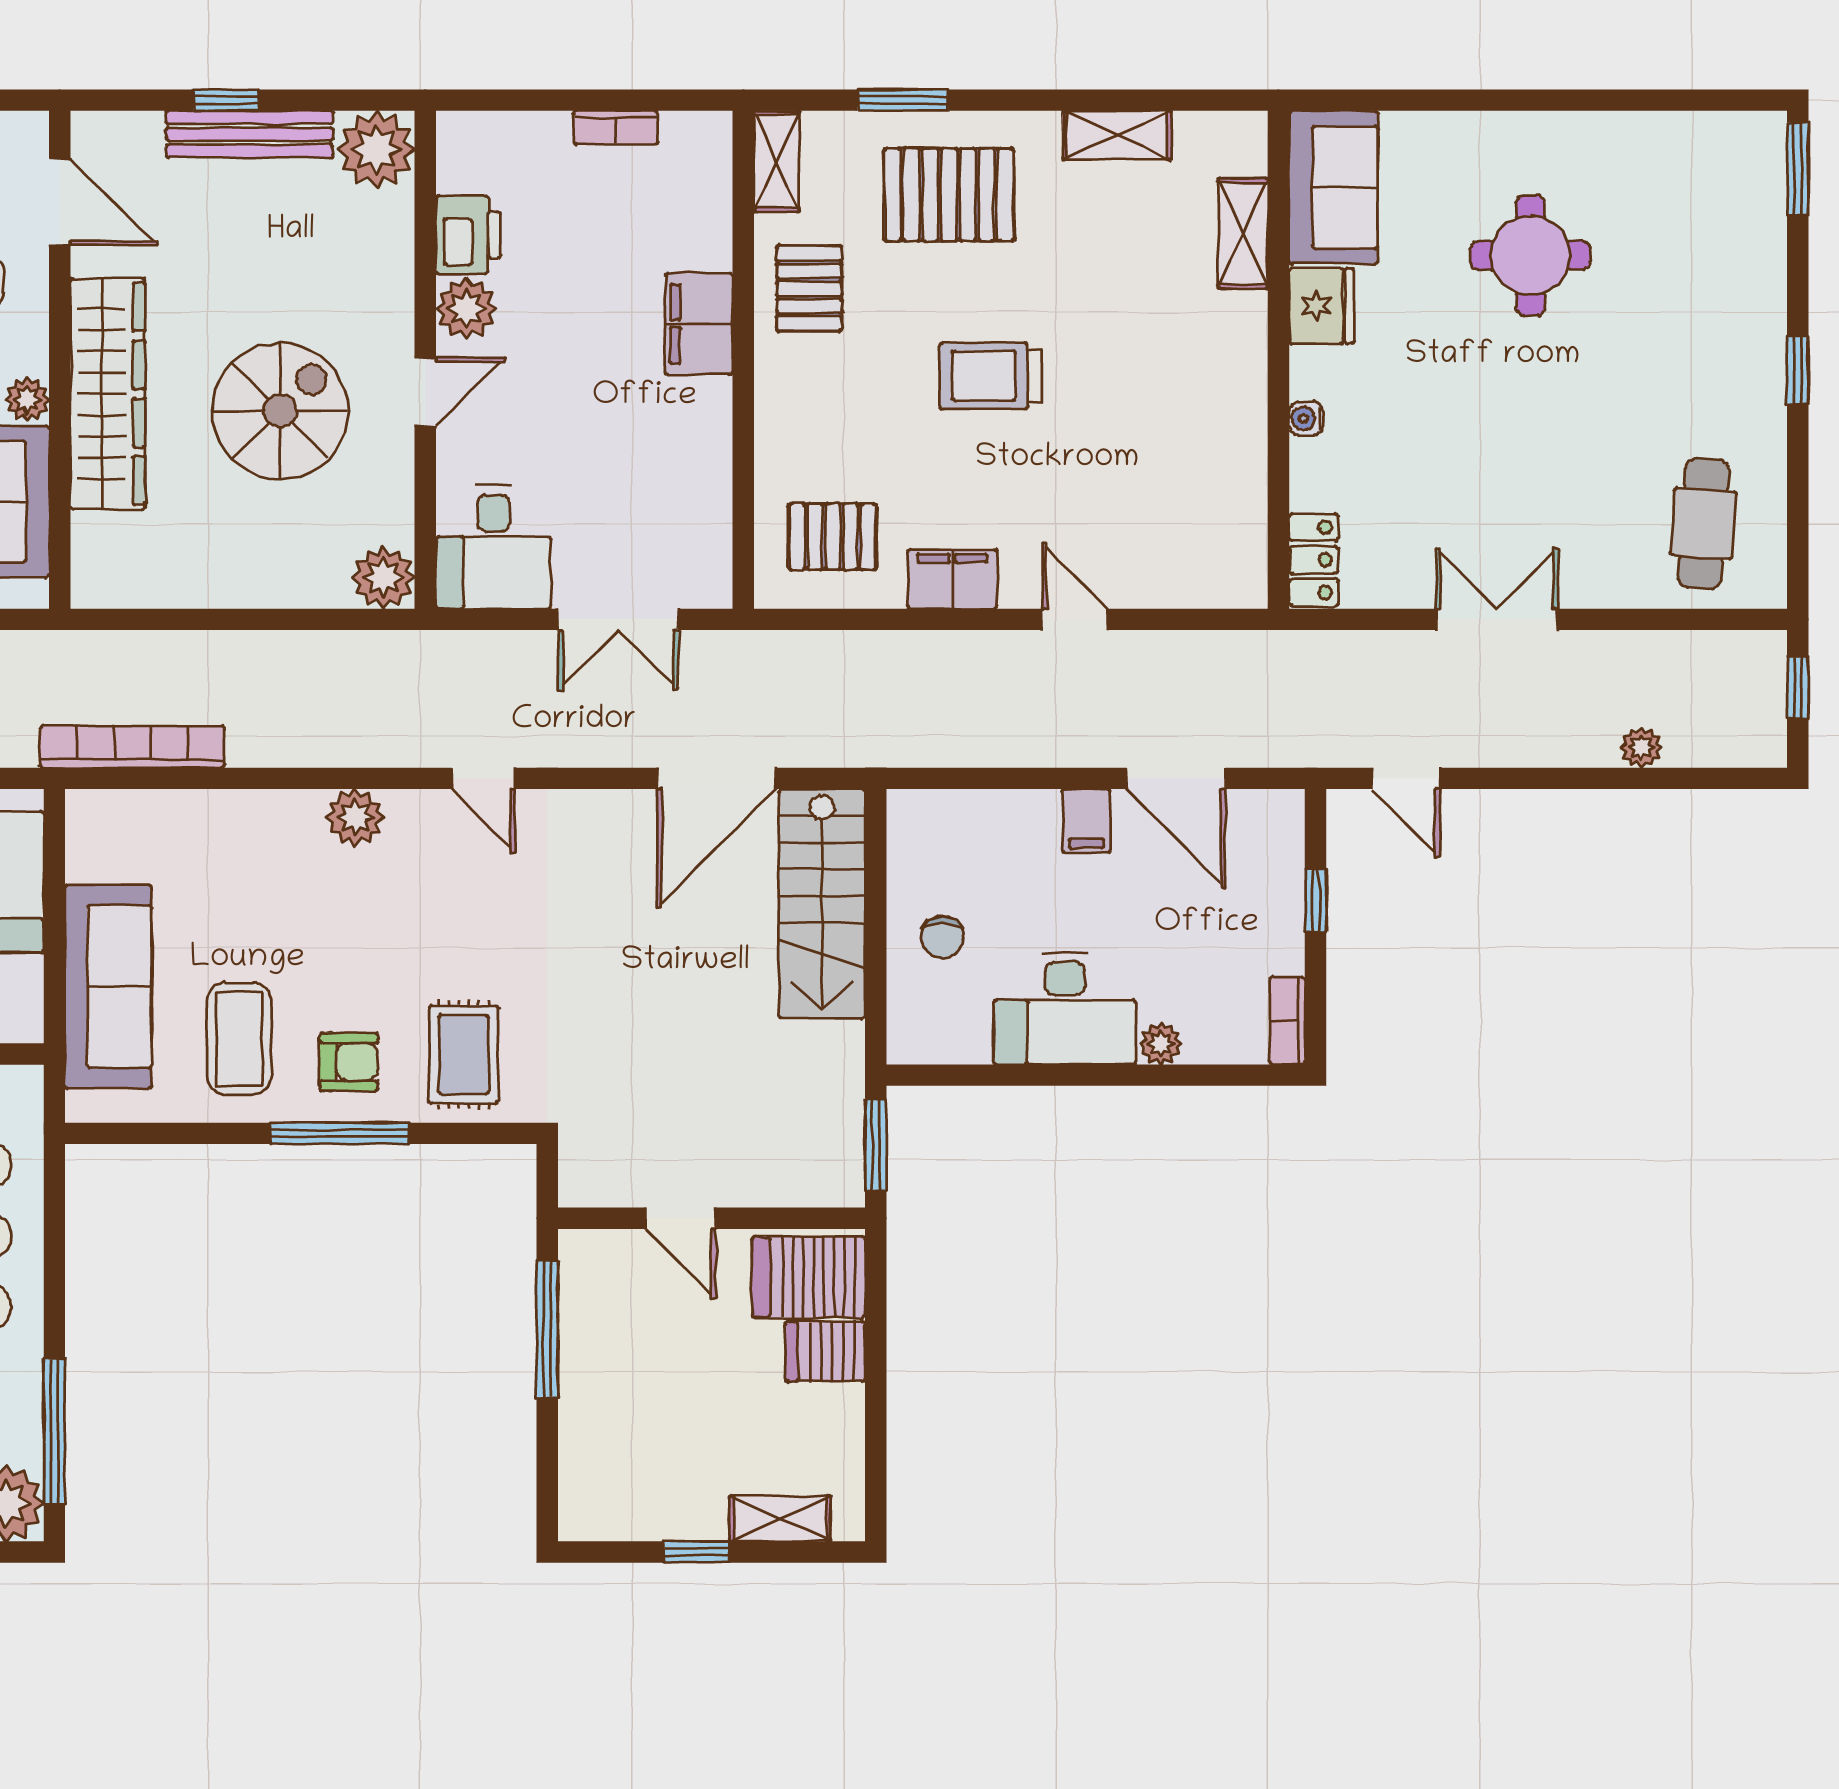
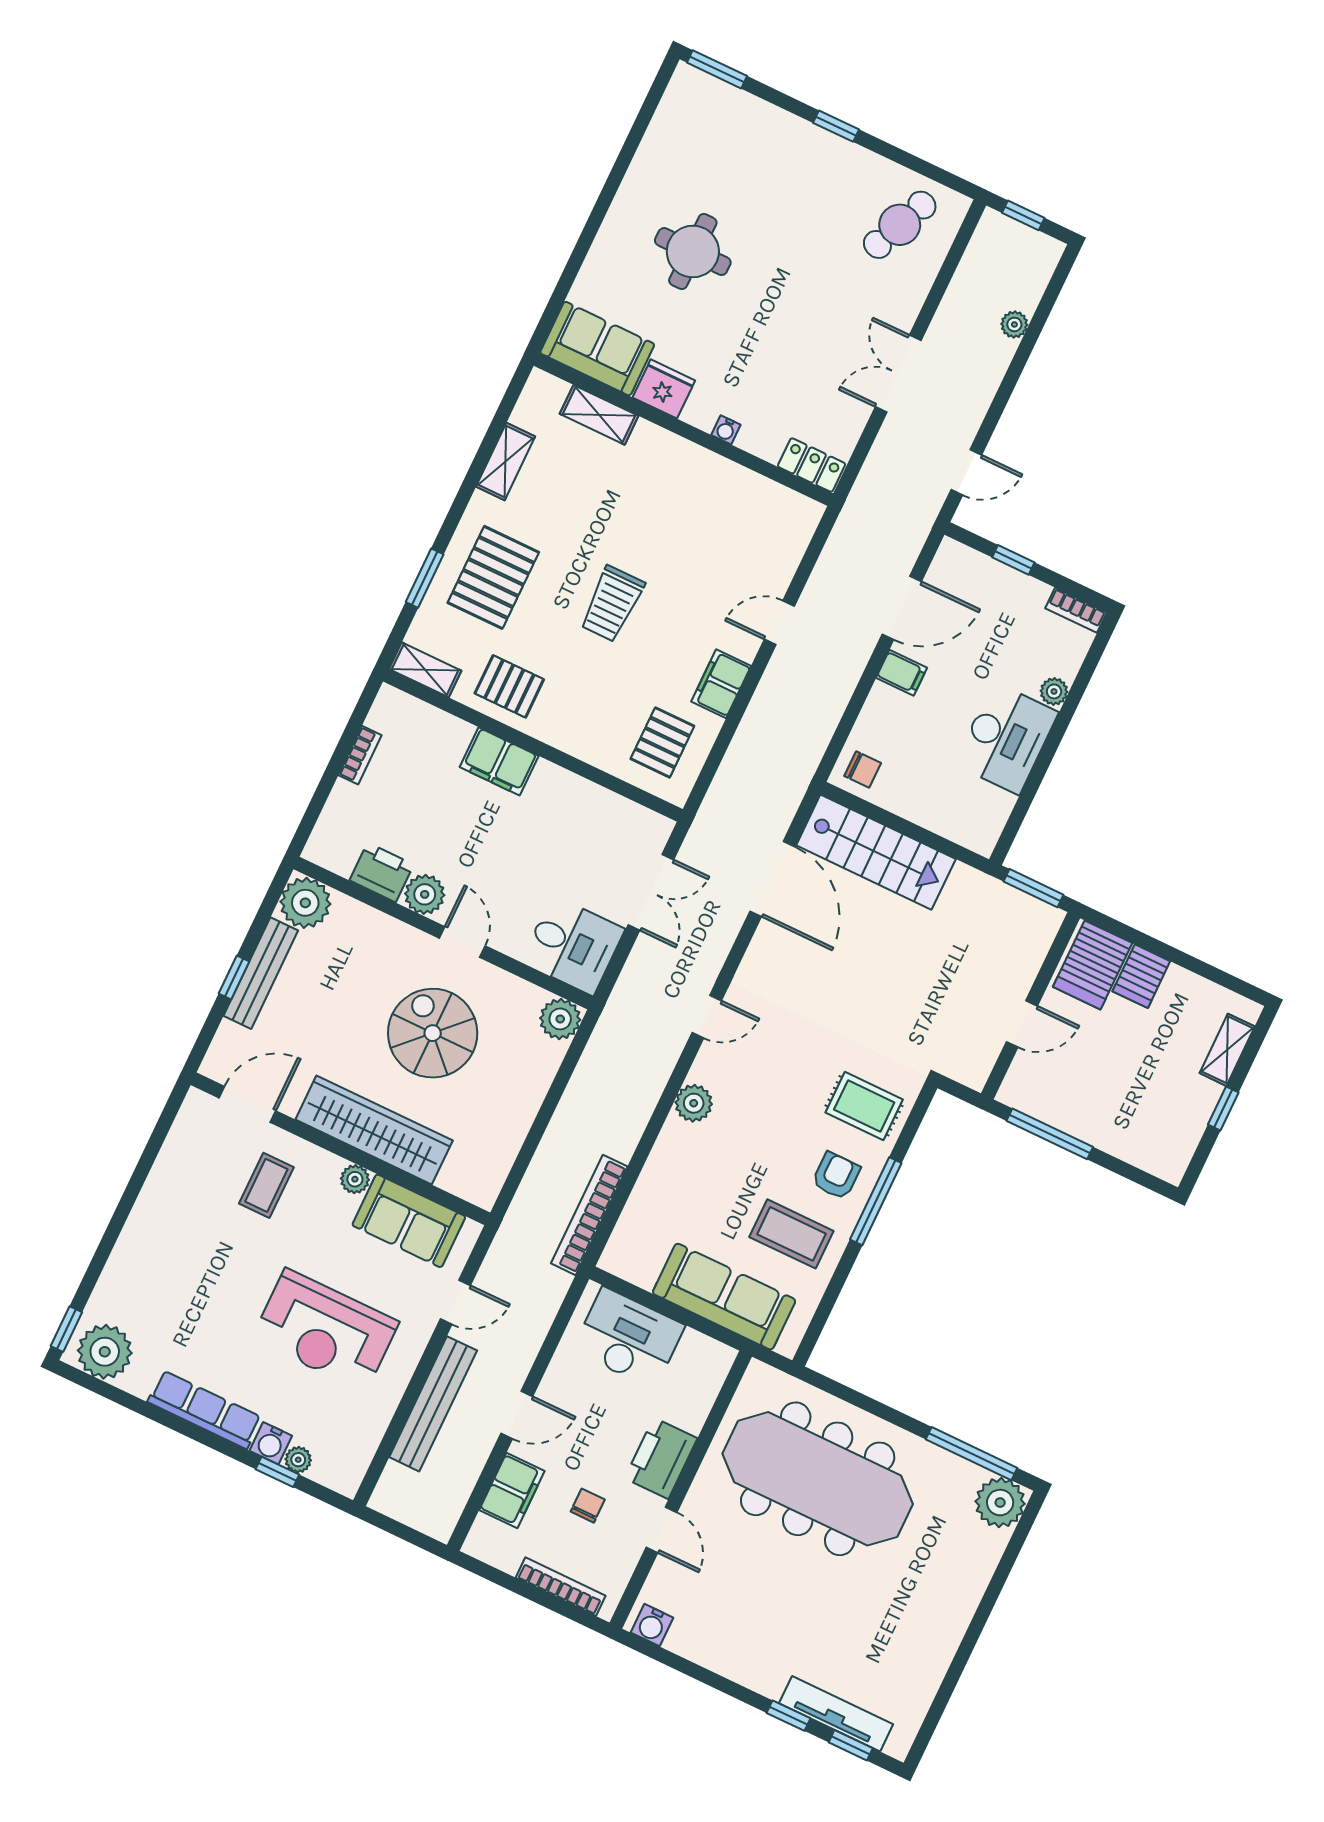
cafe table: (1703, 523) -> (900, 225), turned -71
chair: (942, 937) -> (863, 769), moved

